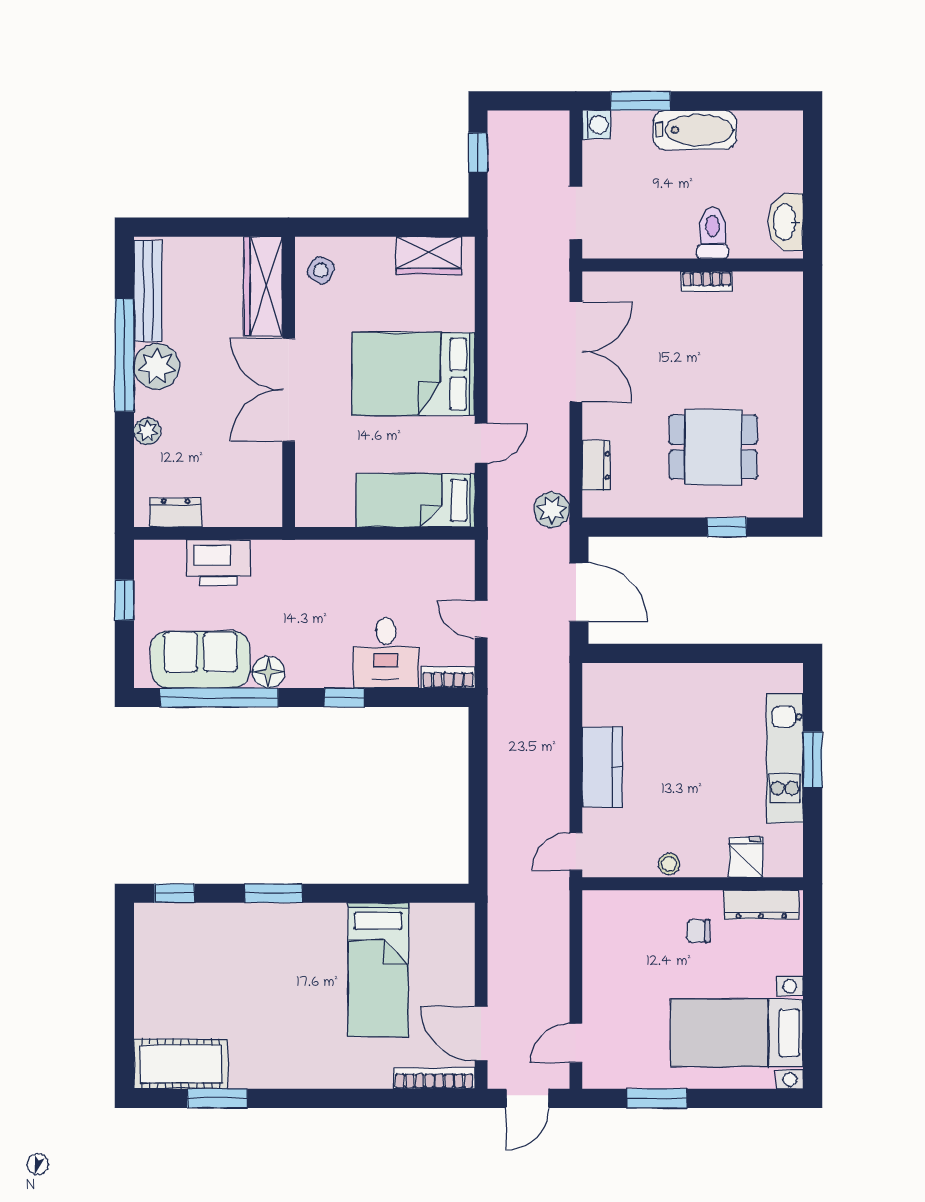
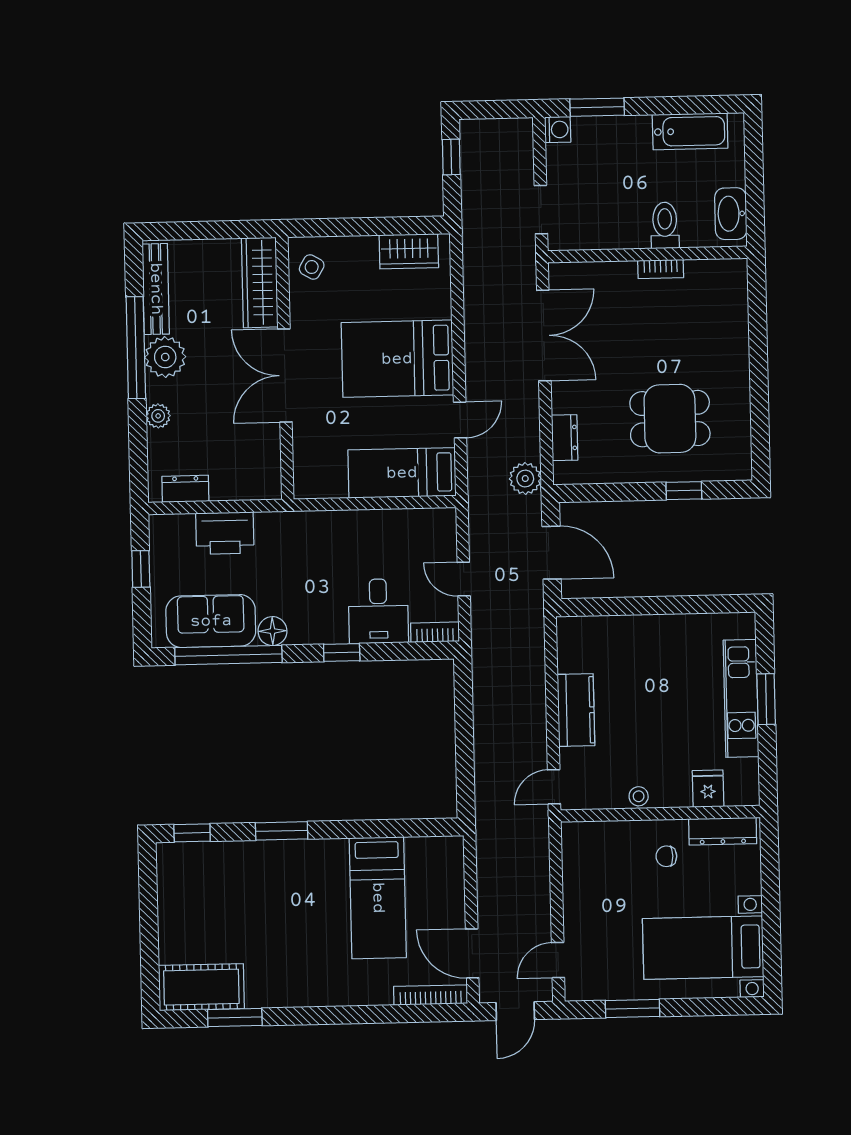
bathtub: (695, 130) -> (690, 131), moved

